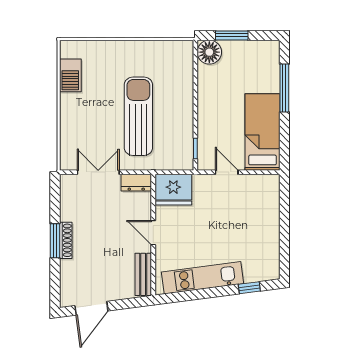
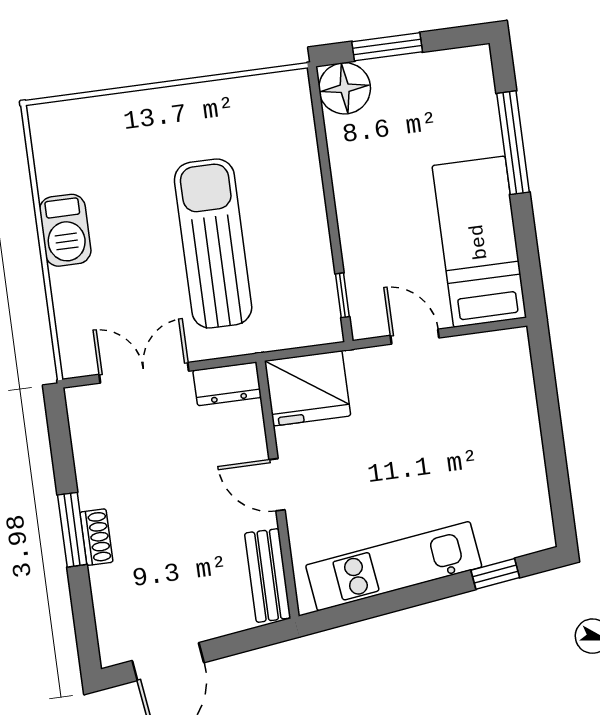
barbecue: (70, 75) -> (65, 230), moved
shoe rack: (66, 240) -> (96, 537), width x0.70

